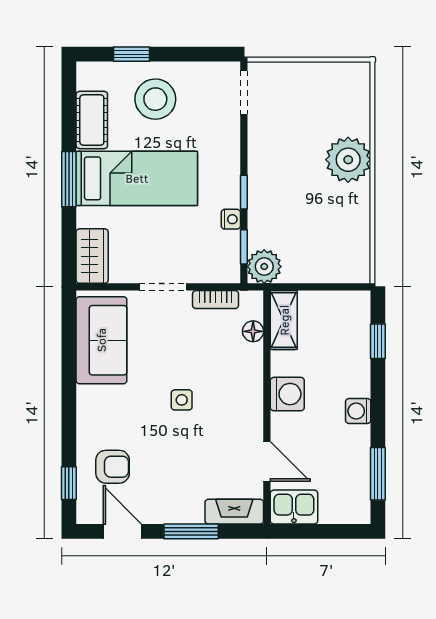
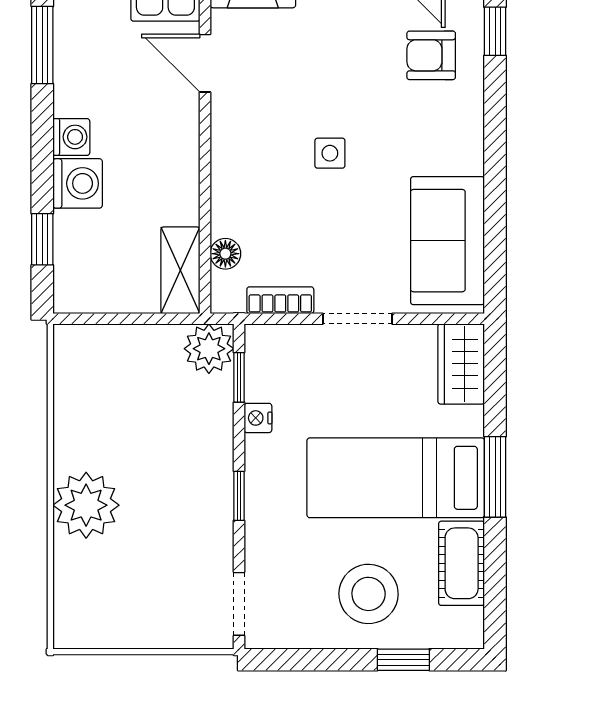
window: (244, 192) -> (239, 496), moved
washing machine: (287, 394) -> (78, 183), moved, turned 180

